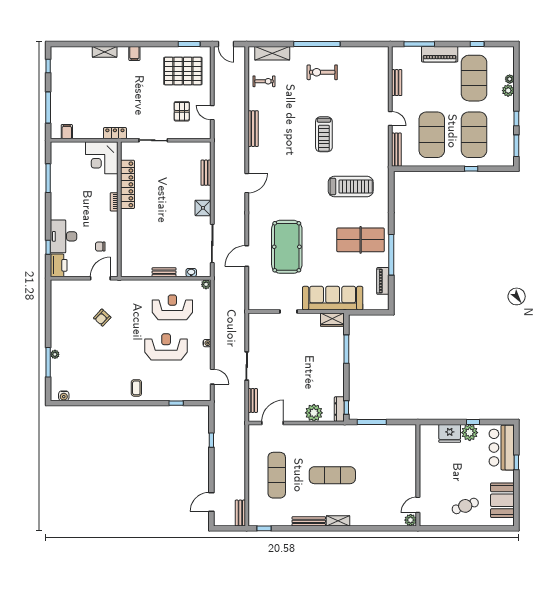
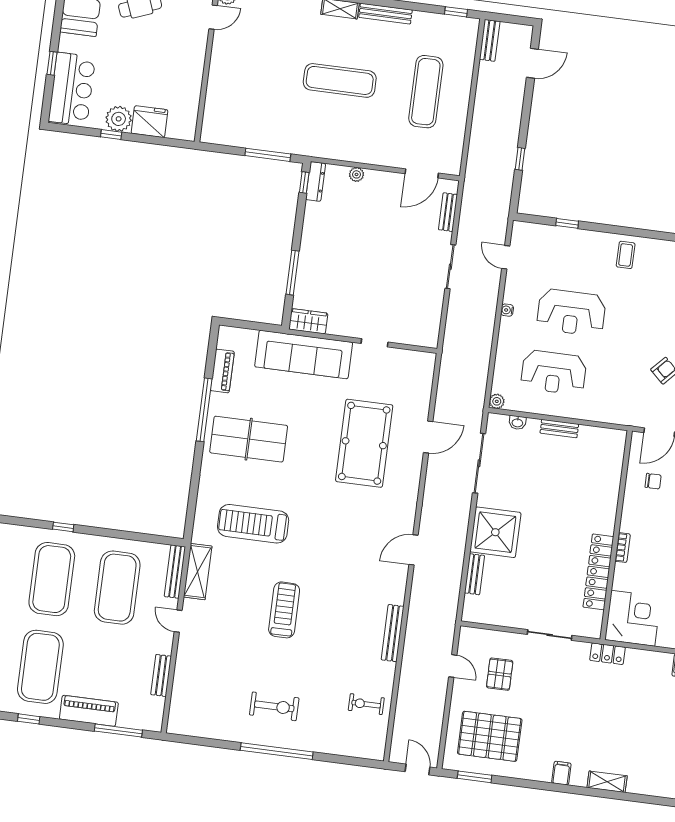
shelving: (272, 53) -> (198, 572), moved, turned 90
shower: (203, 208) -> (495, 532), width x1.86, depth x1.86
plant: (314, 413) -> (357, 174), width x0.53, depth x0.53

